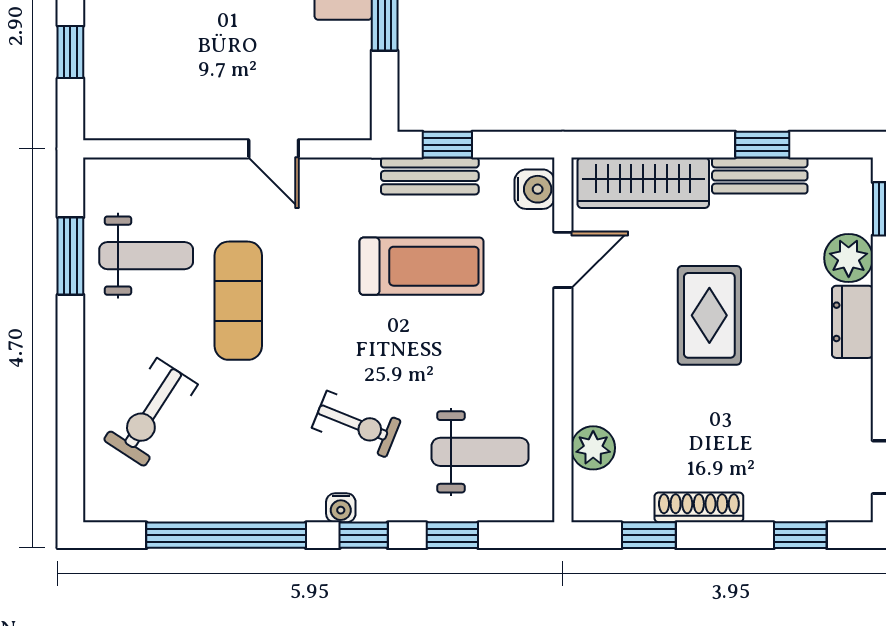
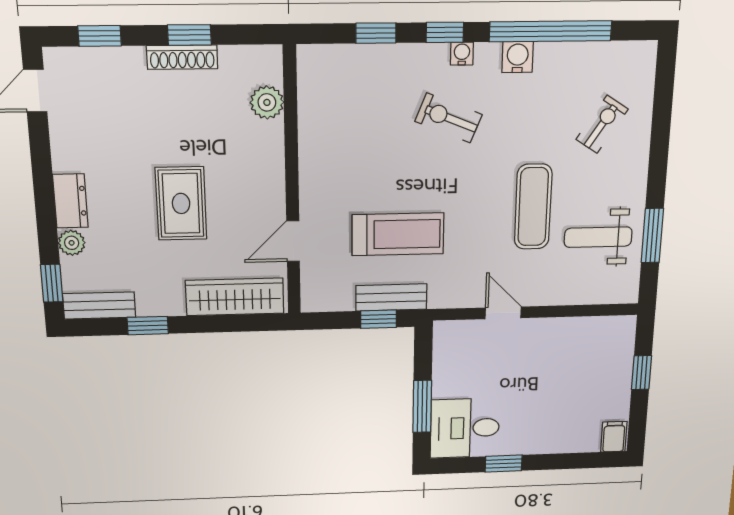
bench: (760, 175) -> (99, 305), moved
water cooler: (534, 189) -> (518, 57), moved, turned 90
plant: (849, 258) -> (72, 243), width x0.73, depth x0.73
treadmill: (422, 266) -> (398, 234), turned 180
exercise bike: (151, 412) -> (602, 124), width x0.73, depth x0.72
weight bench: (480, 452) -> (354, 98), removed
window: (649, 535) -> (189, 35), moved

